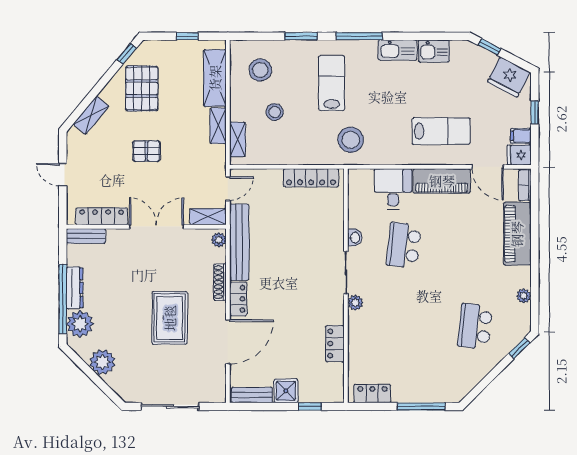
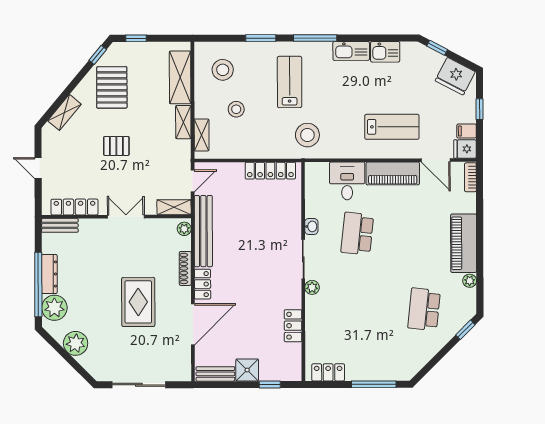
window: (187, 36) -> (136, 38), moved
double door: (156, 227) -> (126, 217), width x0.73
piano: (517, 234) -> (464, 243), moved

